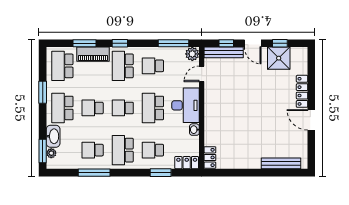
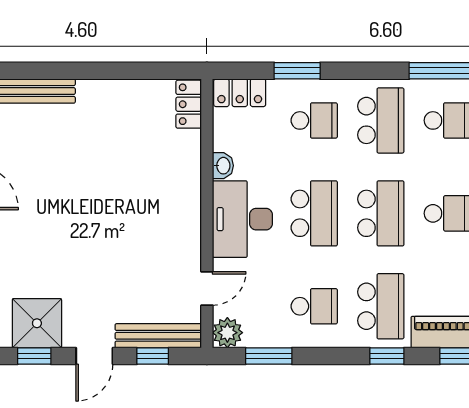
window: (173, 43) -> (269, 356), width x0.69
door: (253, 43) -> (94, 356), swing flipped
school desk: (123, 108) -> (381, 213), width x1.85

